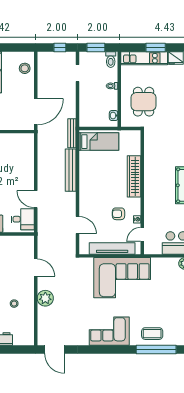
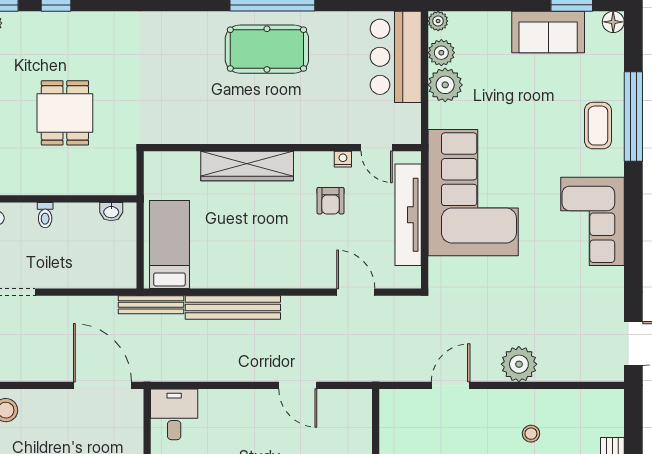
dining table: (144, 102) -> (65, 113), moved, turned 90
door: (36, 199) -> (298, 385), hinge flipped
desk: (23, 219) -> (174, 414), moved
door: (78, 225) -> (356, 292), hinge flipped
plant: (170, 265) -> (445, 85), added

